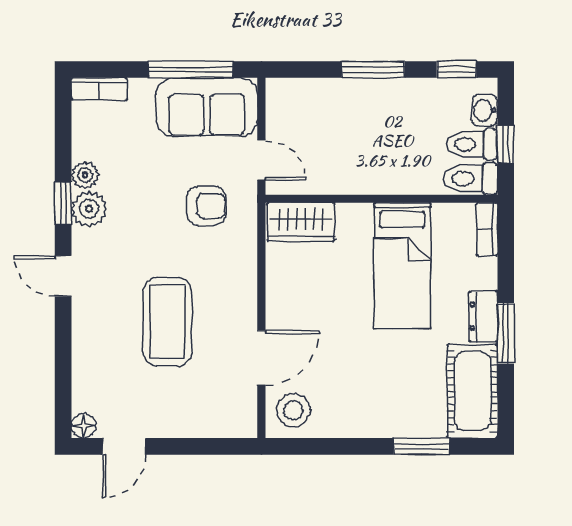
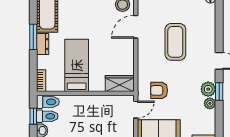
door: (261, 160) -> (136, 110), swing flipped

